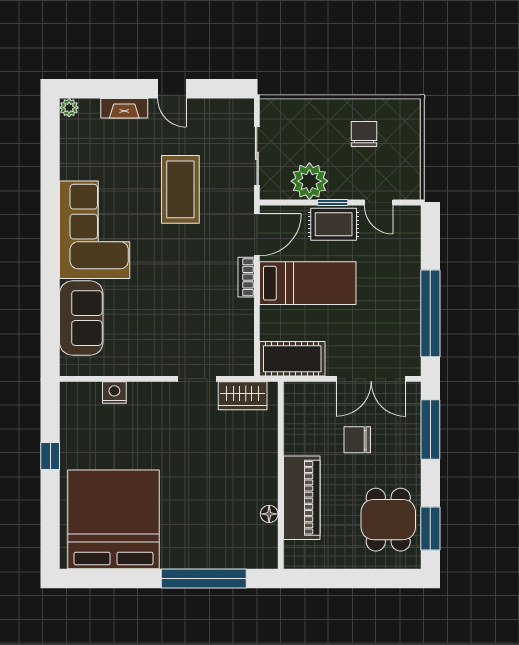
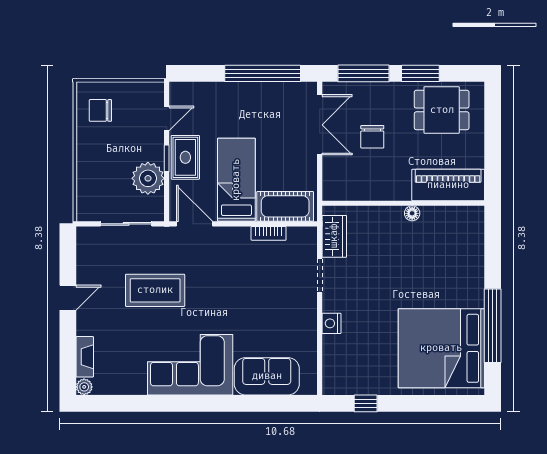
fireplace: (124, 108) -> (85, 357), moved
chair: (364, 134) -> (100, 110), moved
bookcase: (246, 277) -> (269, 233), moved
cot: (292, 359) -> (285, 206), moved, turned 90
nightstand: (114, 393) -> (331, 323), moved
window: (50, 456) -> (366, 403), moved
piano: (302, 498) -> (448, 185), moved
floor lamp: (269, 514) -> (412, 213), moved
window: (430, 529) -> (420, 73), moved
window: (204, 578) -> (493, 326), moved

